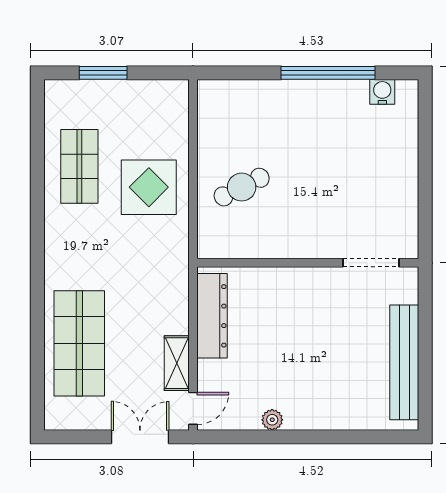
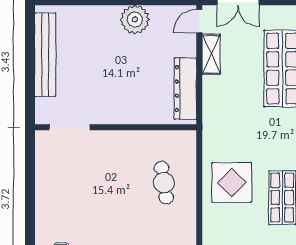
cafe table: (242, 187) -> (164, 183), turned -72
plant: (272, 420) -> (135, 20), width x1.88, depth x1.88

